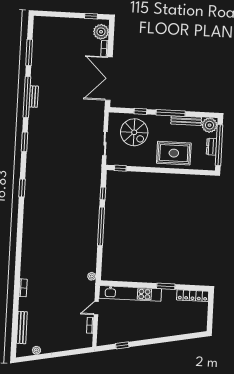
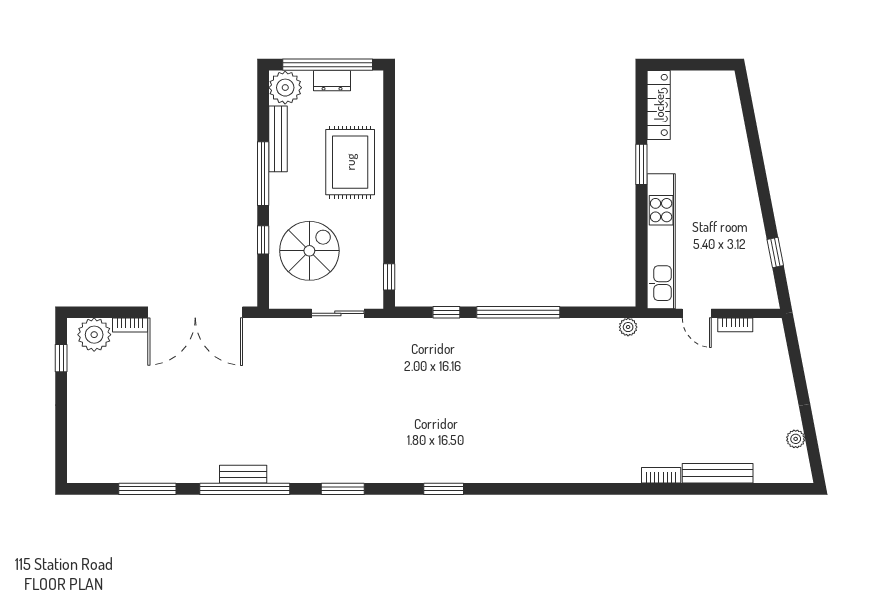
bench: (22, 328) -> (718, 473), moved

